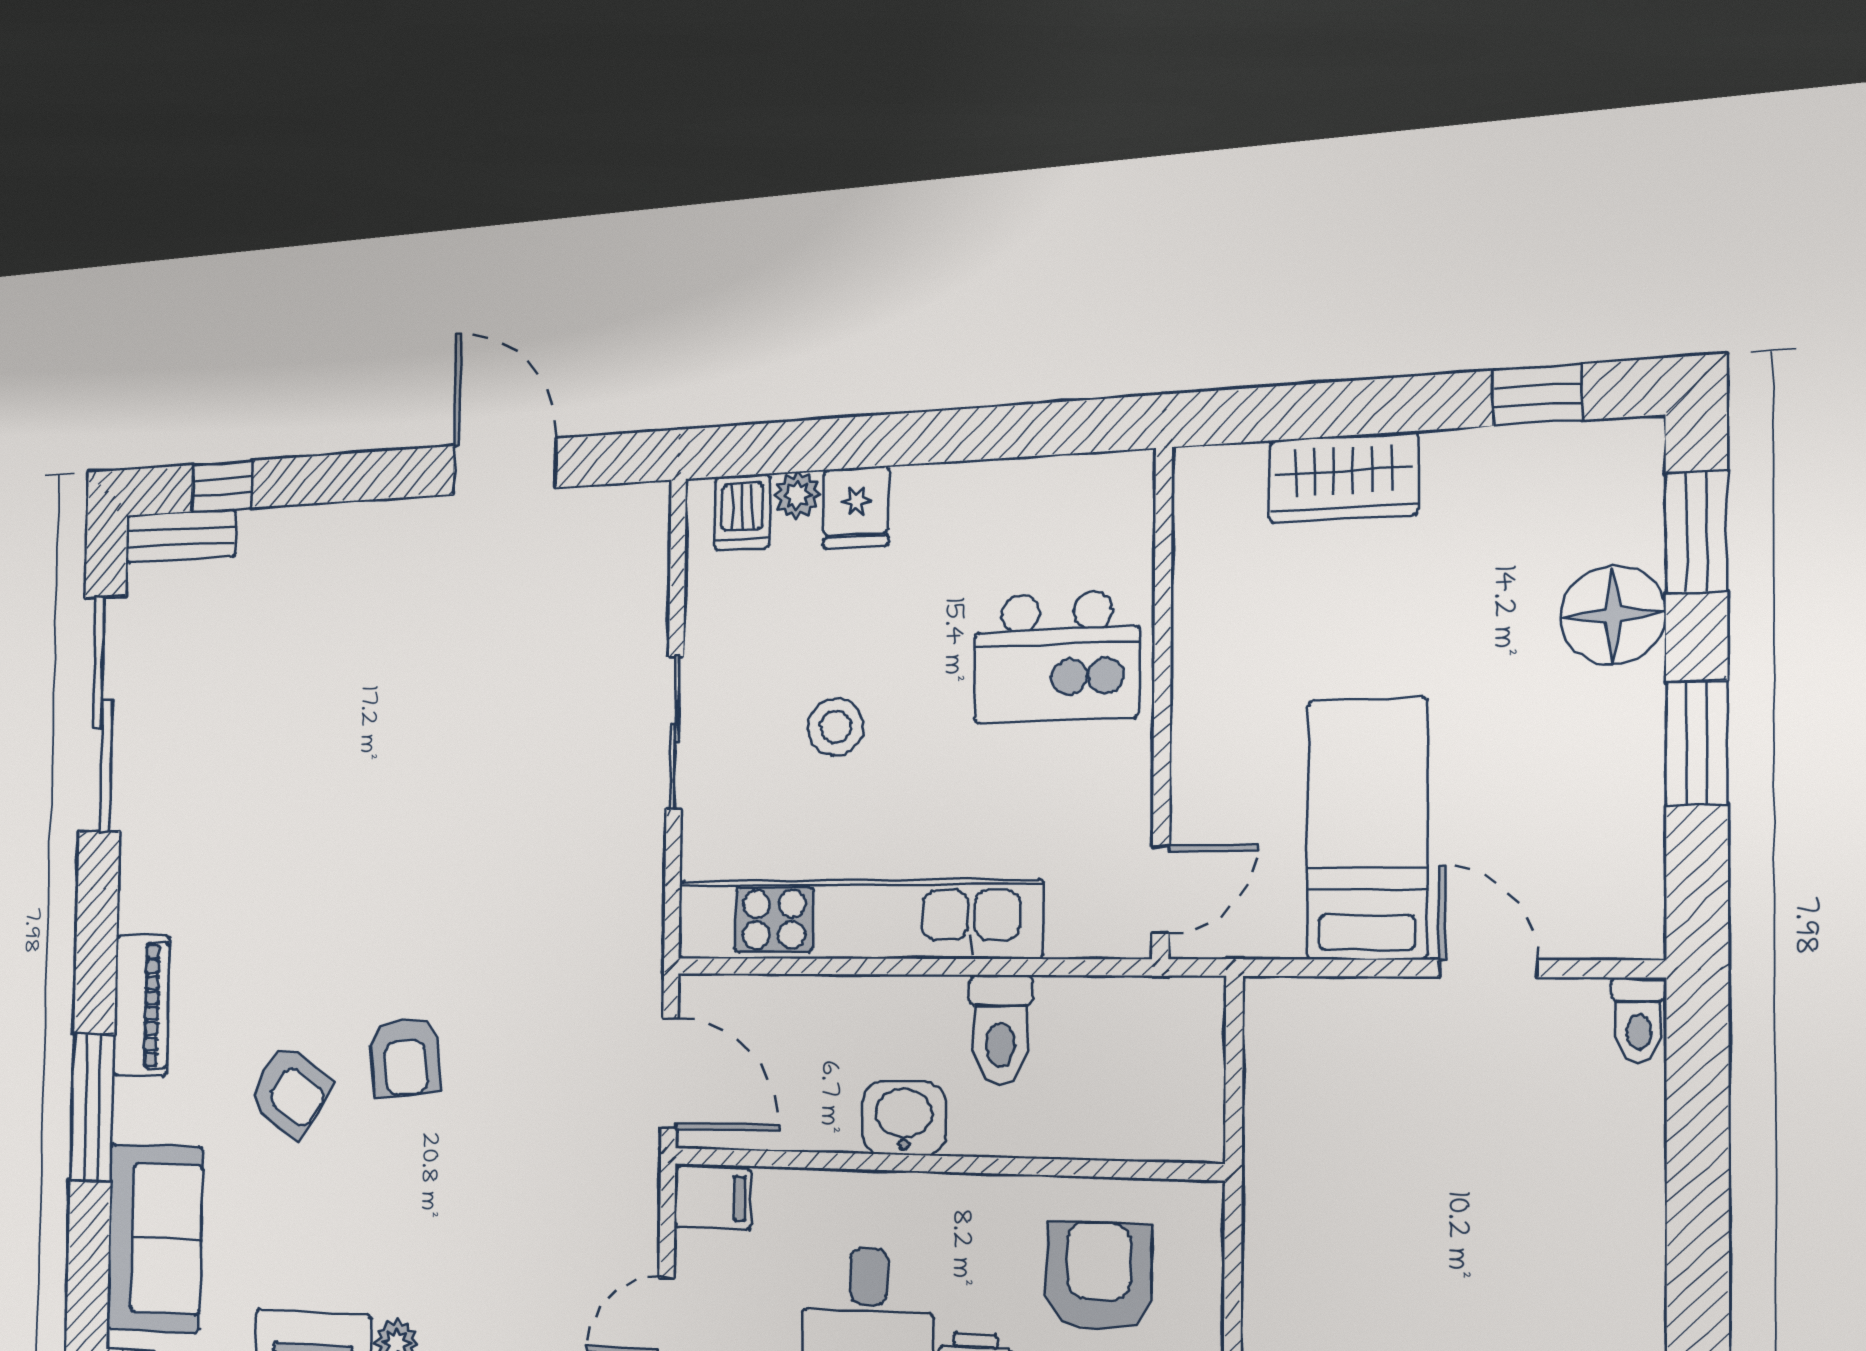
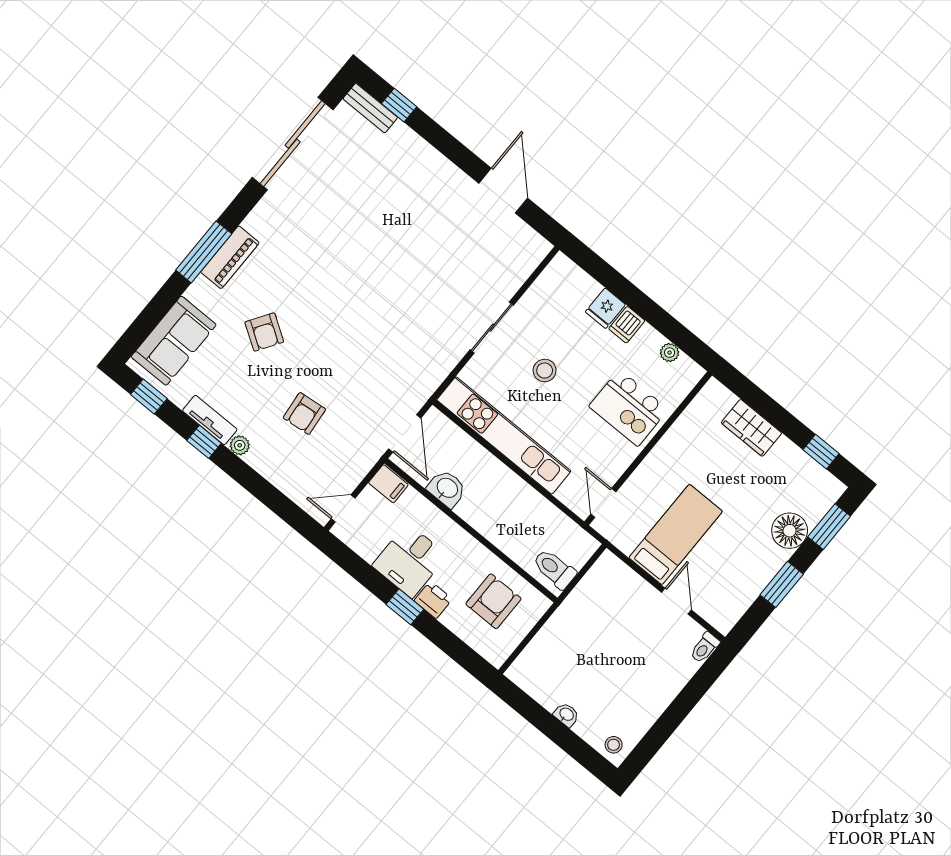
plant: (797, 495) -> (670, 353), moved
dishwasher: (742, 512) -> (627, 325), moved
door: (1161, 889) -> (603, 503), swing flipped
toilet: (1000, 1029) -> (554, 569), moved, turned 90
armchair: (405, 1057) -> (304, 413), moved
window: (92, 1108) -> (204, 252), moved
washbasin: (904, 1118) -> (447, 488), moved

